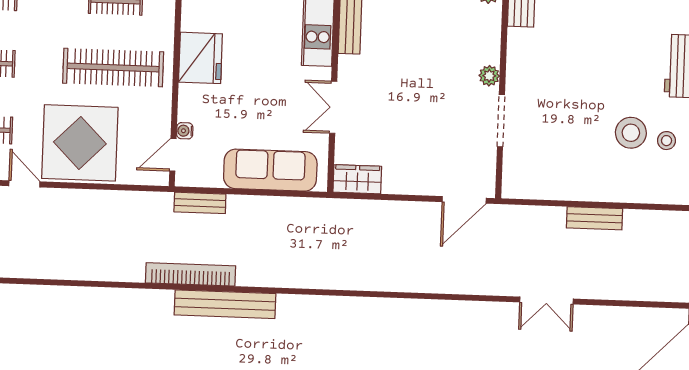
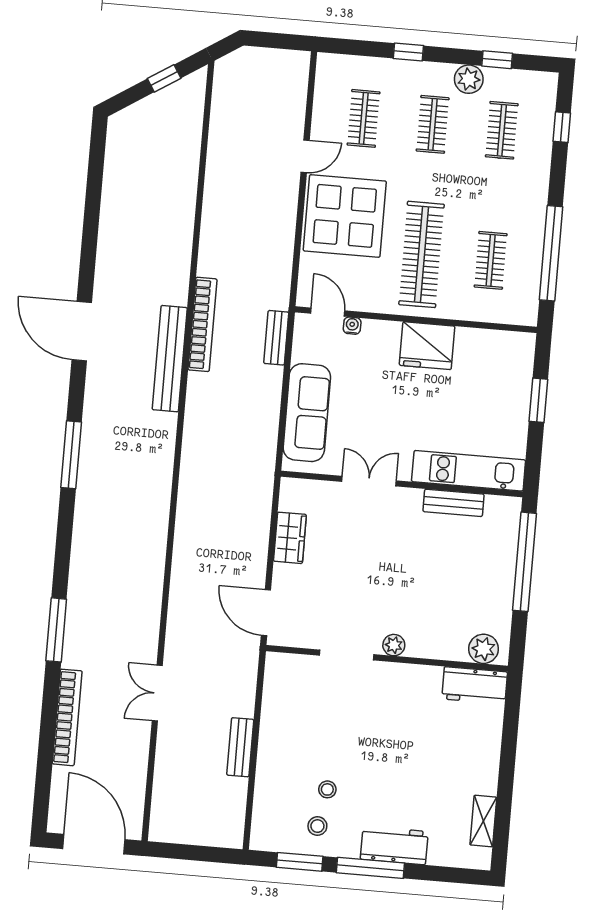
stool: (631, 133) -> (327, 789), width x0.53, depth x0.53
wardrobe: (357, 179) -> (290, 538), moved

